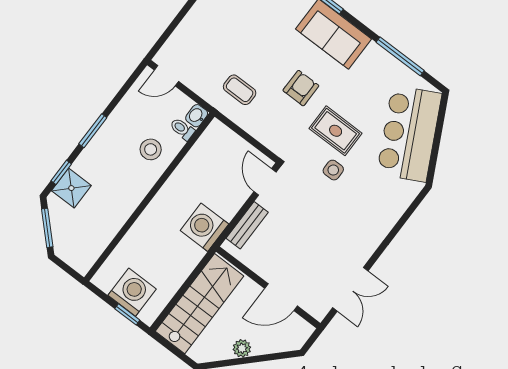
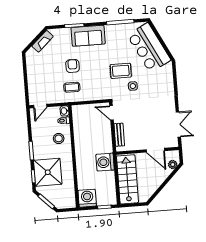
armchair: (301, 88) -> (73, 66), moved
shower: (71, 188) -> (48, 172), width x1.86, depth x1.86
washing machine: (204, 227) -> (105, 162), moved
washing machine: (132, 292) -> (87, 198), moved
door: (281, 297) -> (155, 150), hinge flipped
plant: (242, 348) -> (173, 164), moved

